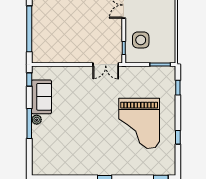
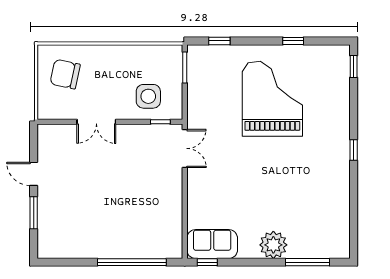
sofa: (41, 97) -> (212, 244), moved
plant: (37, 120) -> (273, 245), width x1.87, depth x1.87
grand piano: (139, 123) -> (272, 99), turned -90
window: (29, 124) -> (308, 262), moved

